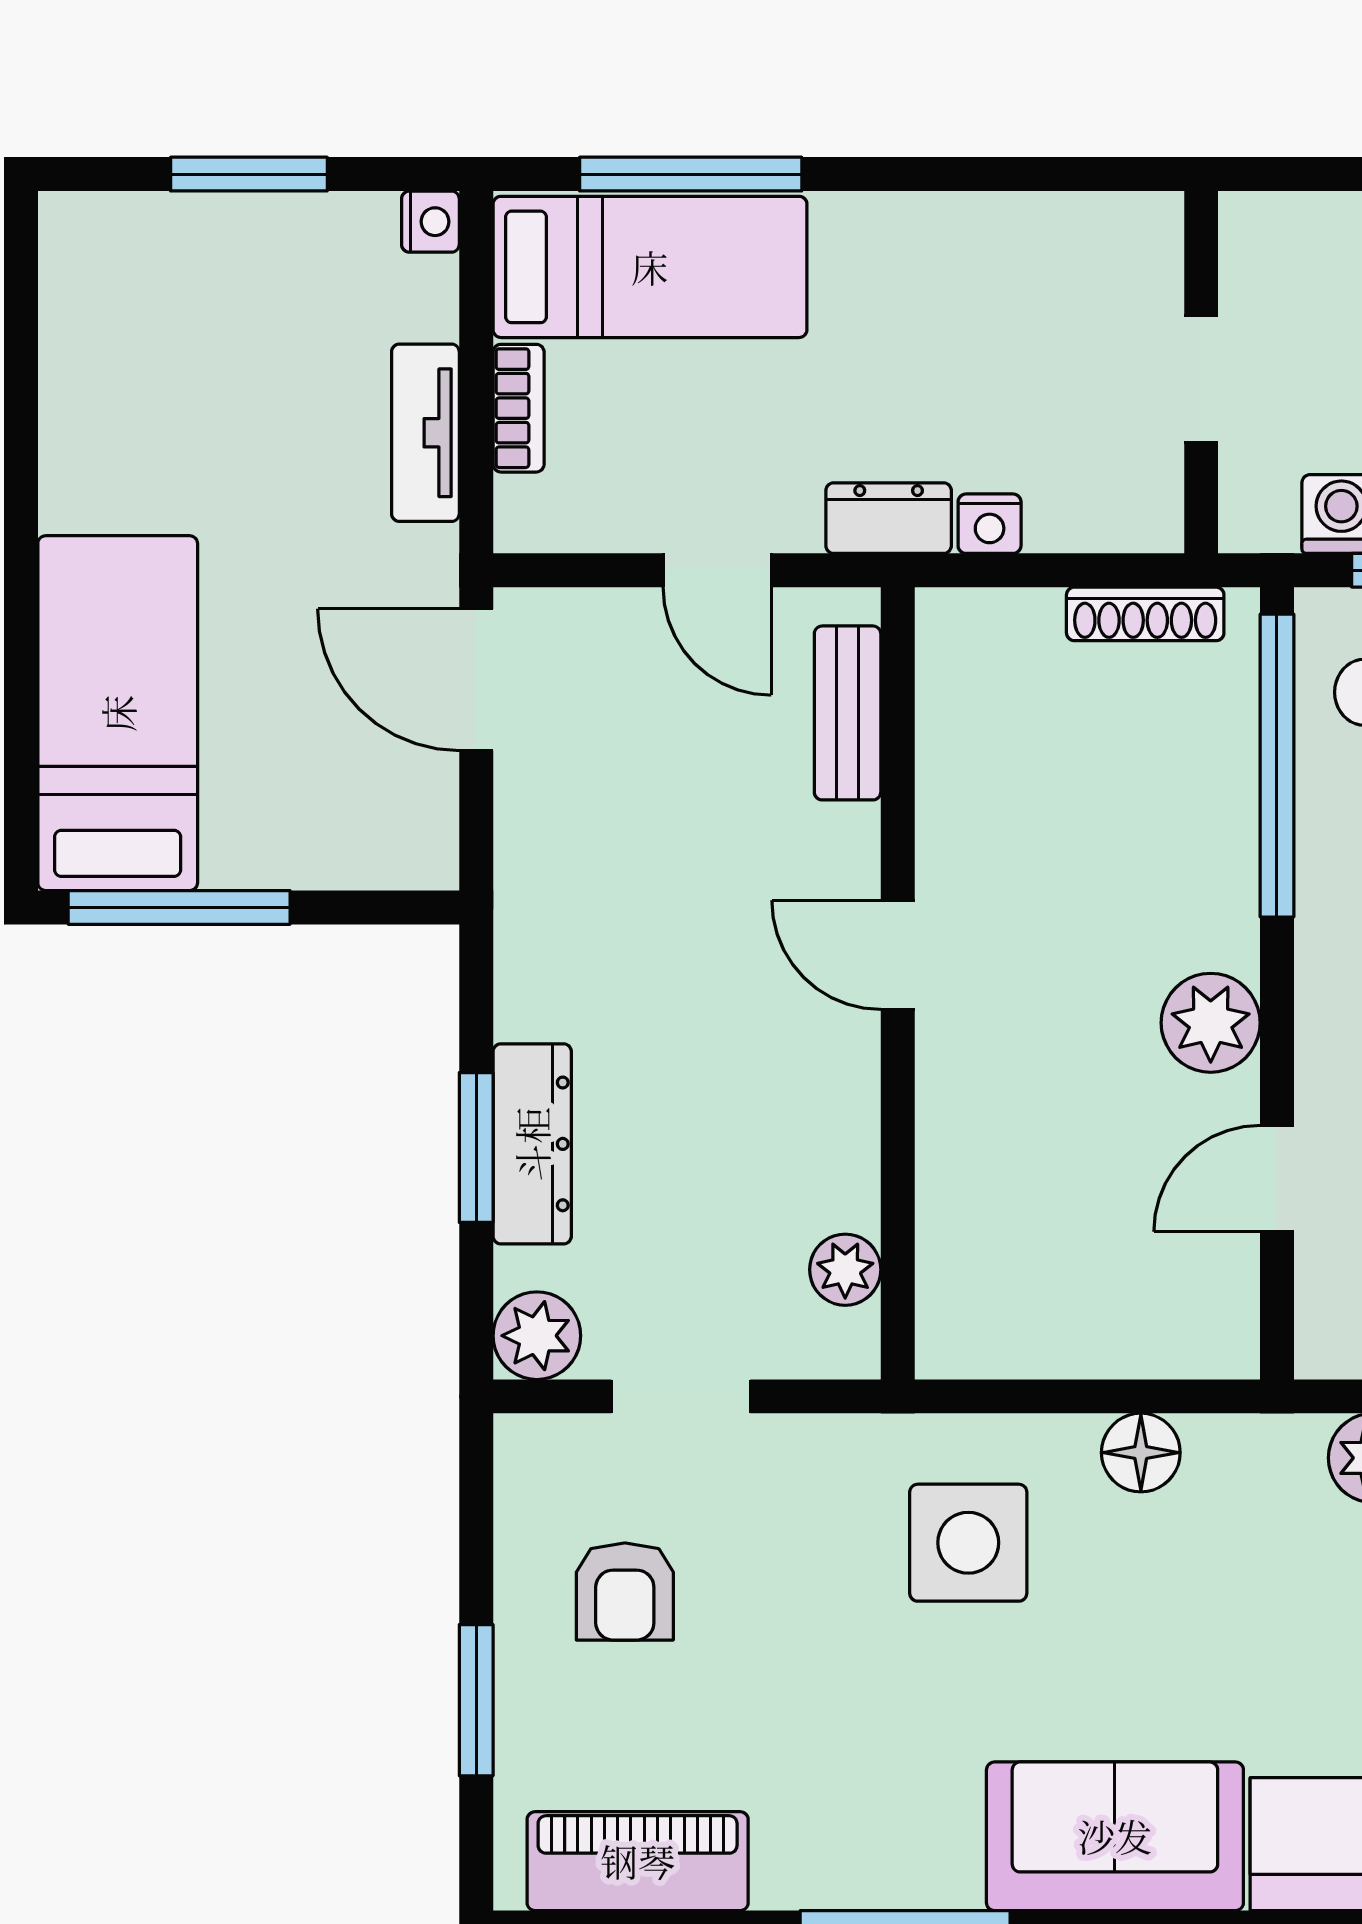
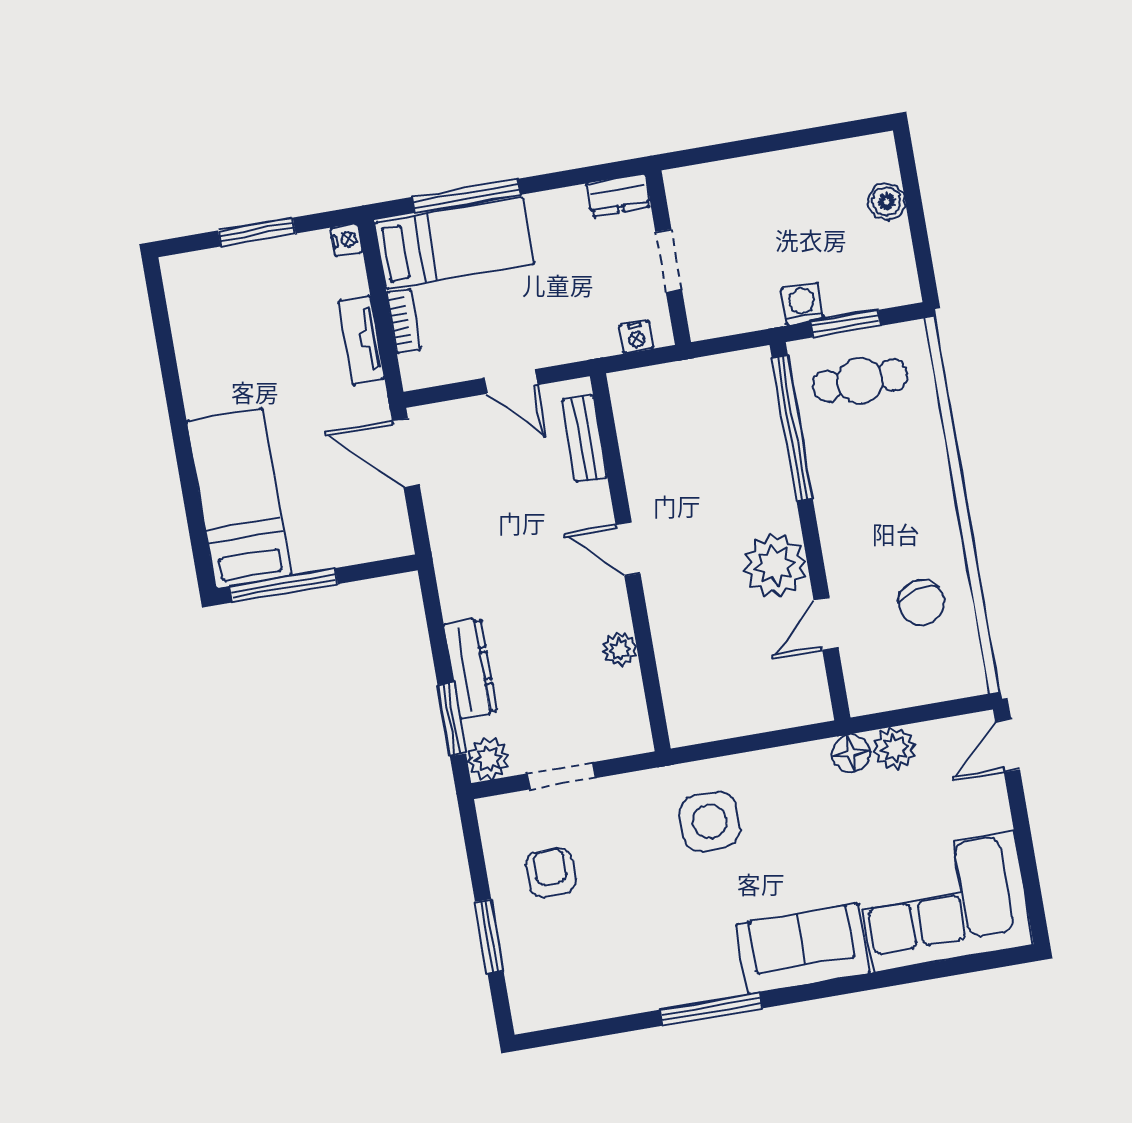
wall: (1201, 372) -> (668, 258), moved
doorway: (1201, 379) -> (669, 261), moved
dresser: (889, 518) -> (619, 195), moved, turned 180
shoe rack: (1145, 614) -> (717, 367), removed
plant: (1211, 1023) -> (775, 565), width x1.36, depth x1.36
window: (476, 1148) -> (452, 719), moved
plant: (845, 1270) -> (620, 650), moved
floor lamp: (1141, 1453) -> (851, 753), moved
armchair: (625, 1591) -> (551, 873), turned 180
piano: (638, 1861) -> (579, 999), removed

